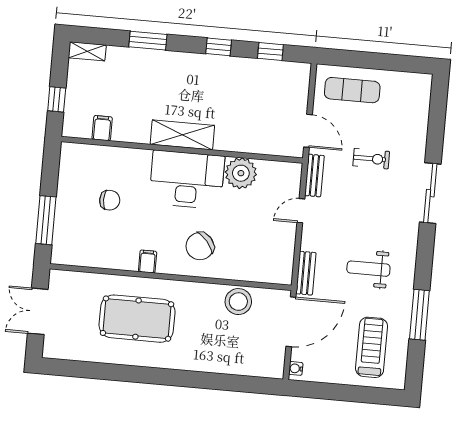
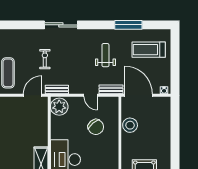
plant: (241, 173) -> (59, 107), moved
door: (301, 211) -> (91, 95), moved
chair: (200, 246) -> (96, 127), moved
weight bench: (368, 269) -> (105, 55), turned 180

